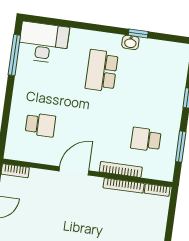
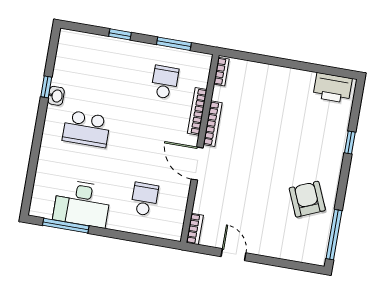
desk: (43, 43) -> (82, 204), moved, turned -90
school desk: (146, 139) -> (165, 82), turned 180
bookcase: (124, 186) -> (213, 124), moved

